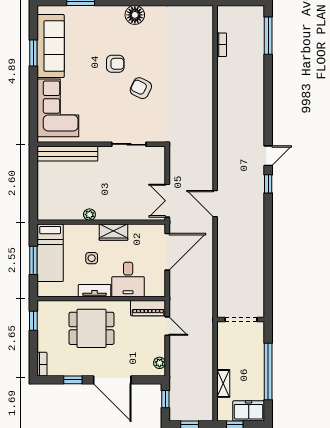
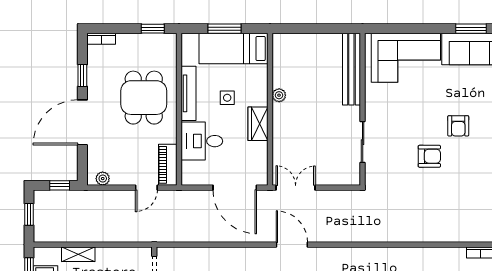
armchair: (141, 88) -> (429, 156), turned 64
door: (215, 204) -> (292, 245), hinge flipped
tv unit: (95, 291) -> (189, 93), width x1.41

